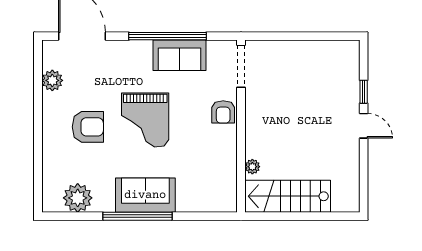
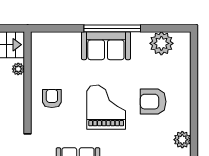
armchair: (223, 112) -> (52, 99), moved

